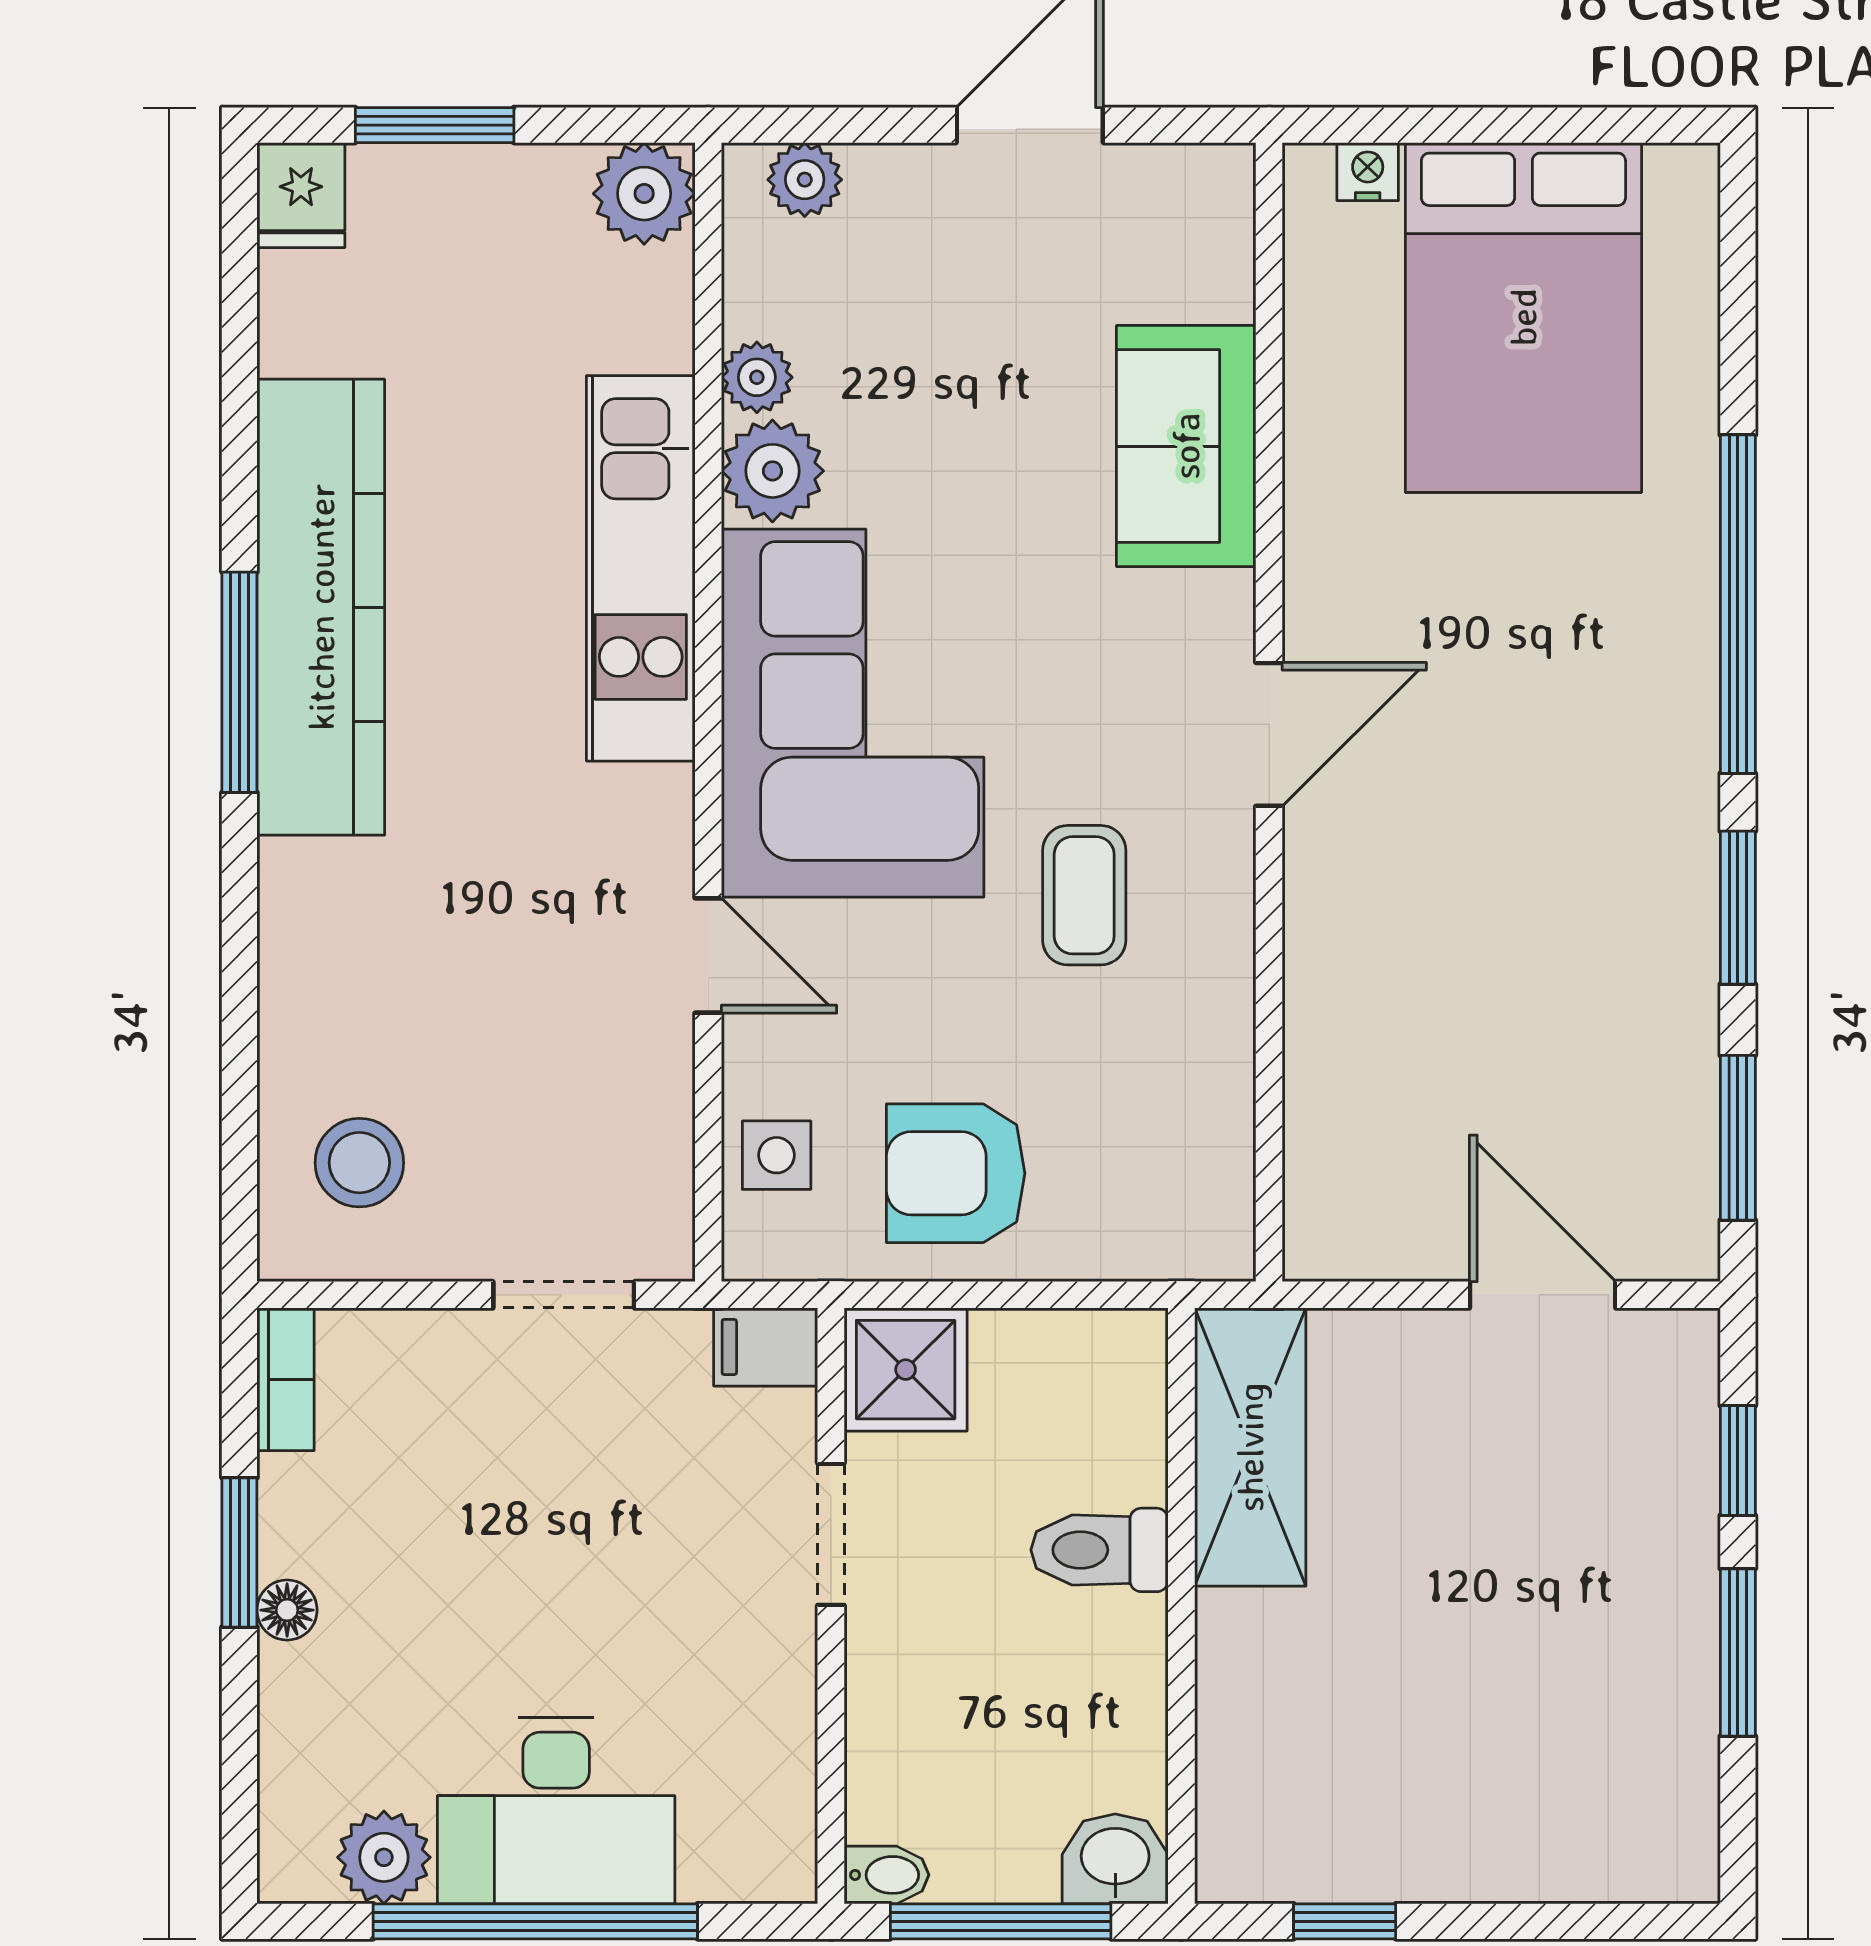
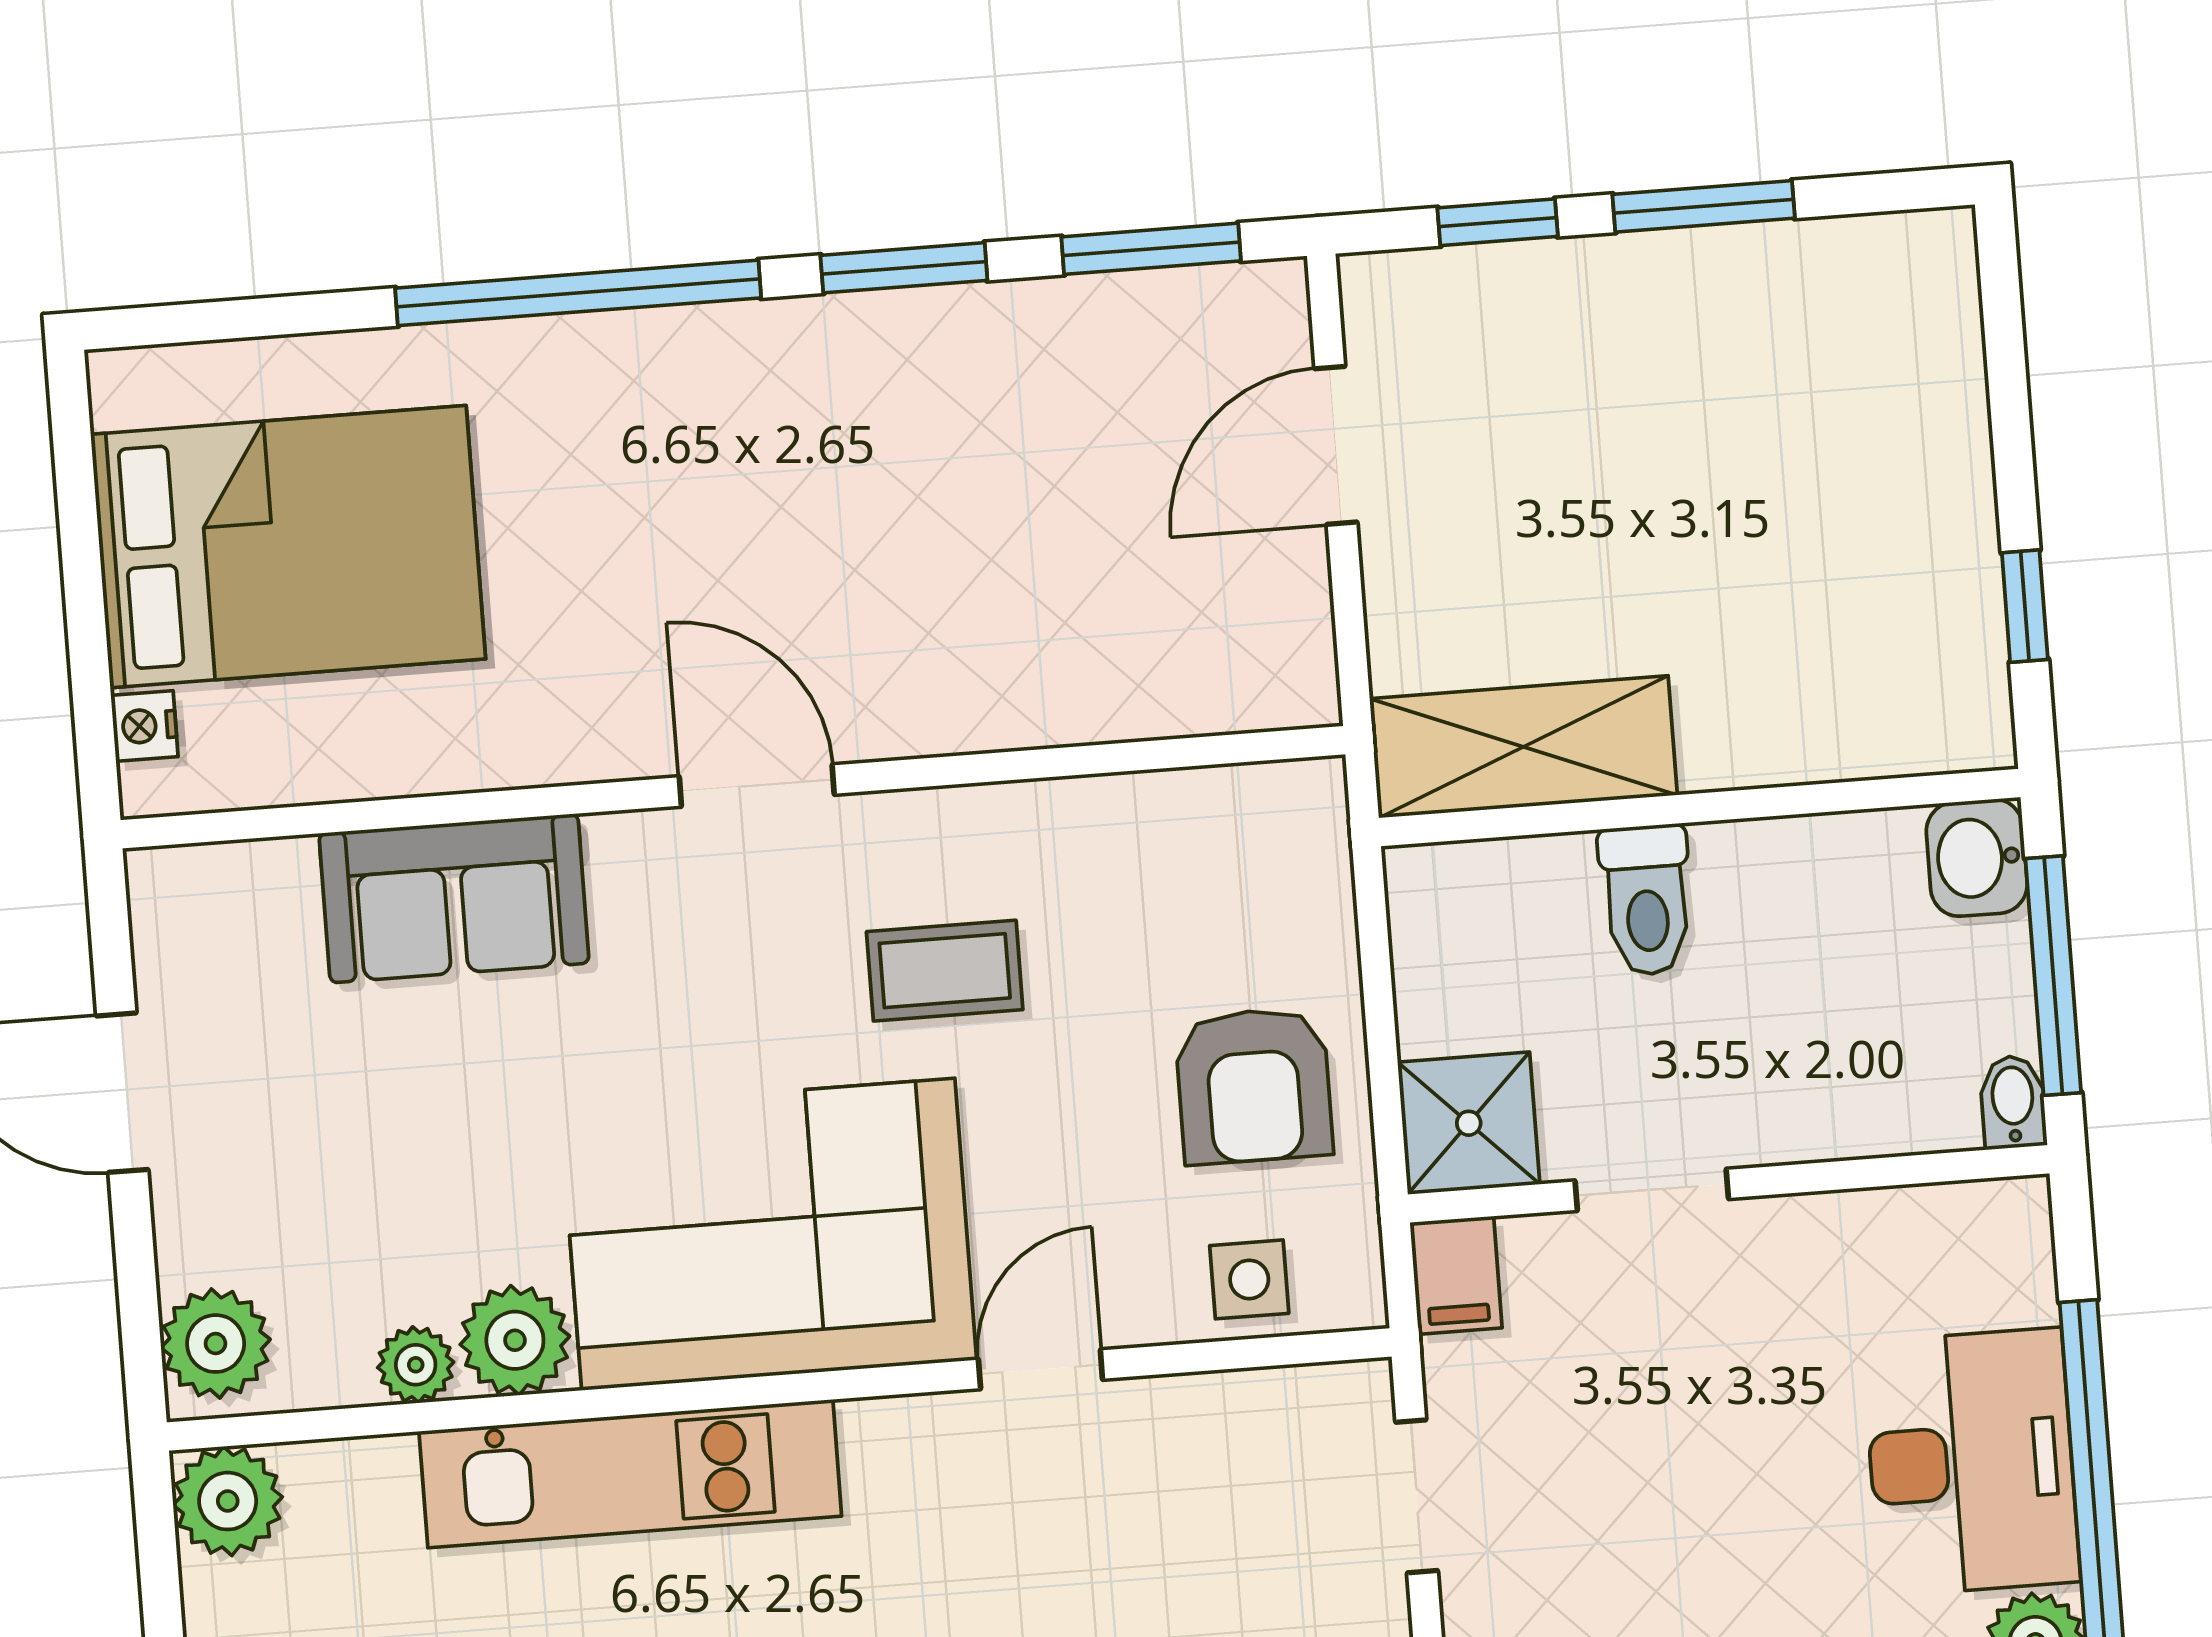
plant: (805, 180) -> (216, 1344), width x1.38, depth x1.38

